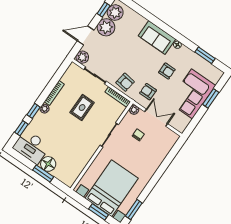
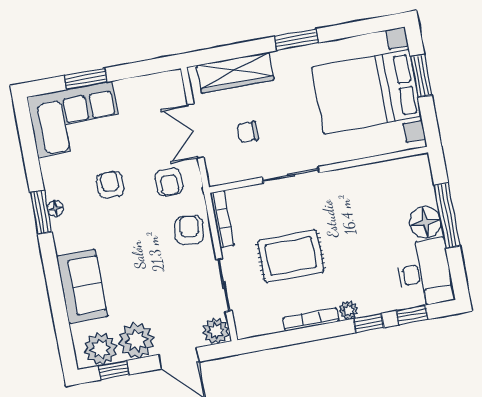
sofa: (157, 37) -> (82, 286), moved
window: (205, 55) -> (41, 212), moved
corner sofa: (192, 94) -> (75, 119), moved
rug: (82, 108) -> (291, 256), width x1.36, depth x1.43
plant: (134, 110) -> (217, 176), removed
wardrobe: (162, 151) -> (235, 73), added
window: (43, 173) -> (447, 215), width x1.44
window: (134, 210) -> (296, 40), moved

